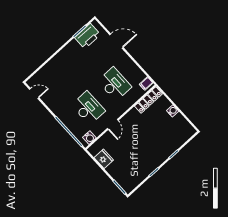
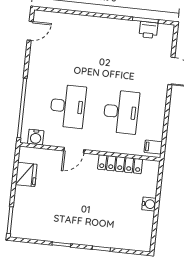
printer: (88, 36) -> (148, 30), width x0.53, depth x0.68
door: (34, 93) -> (30, 31), hinge flipped
locker: (148, 100) -> (120, 164), moved

